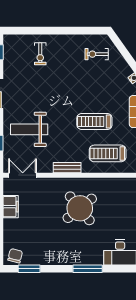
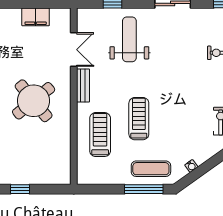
double door: (23, 175) -> (74, 50), moved

